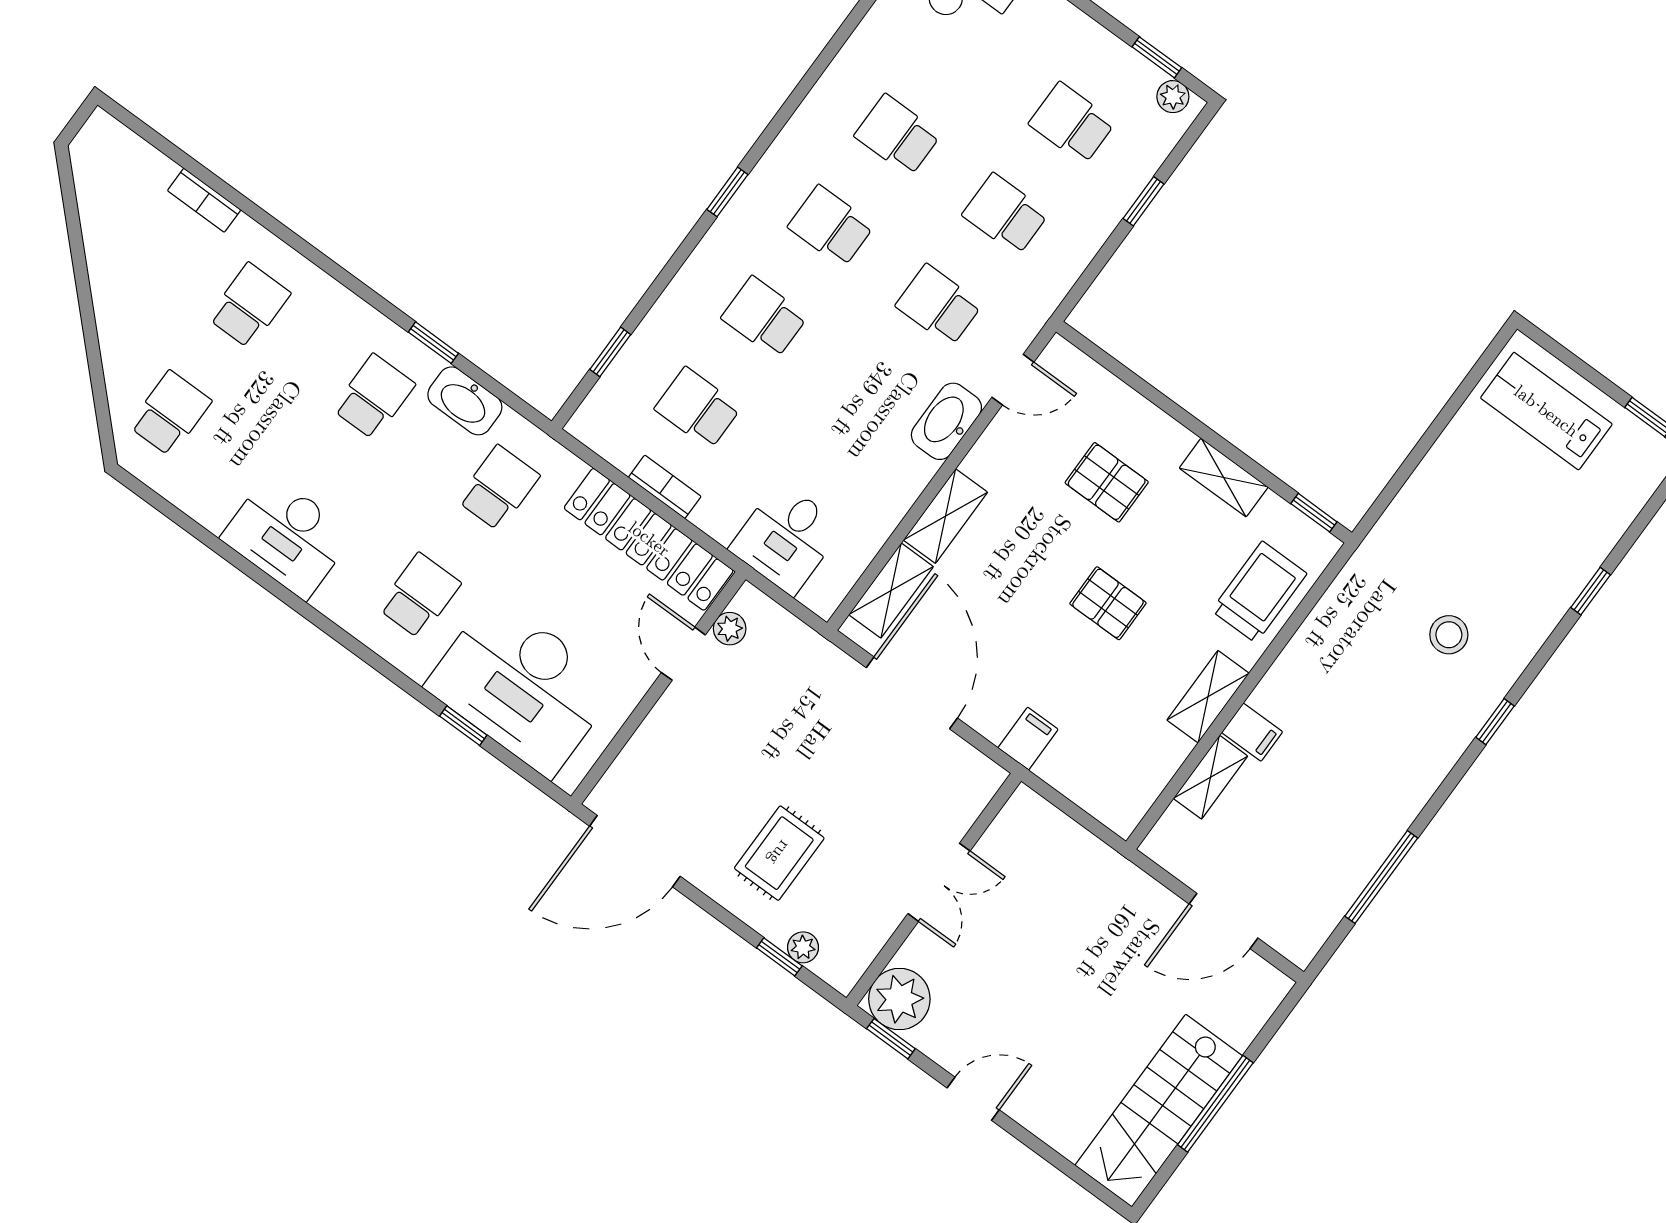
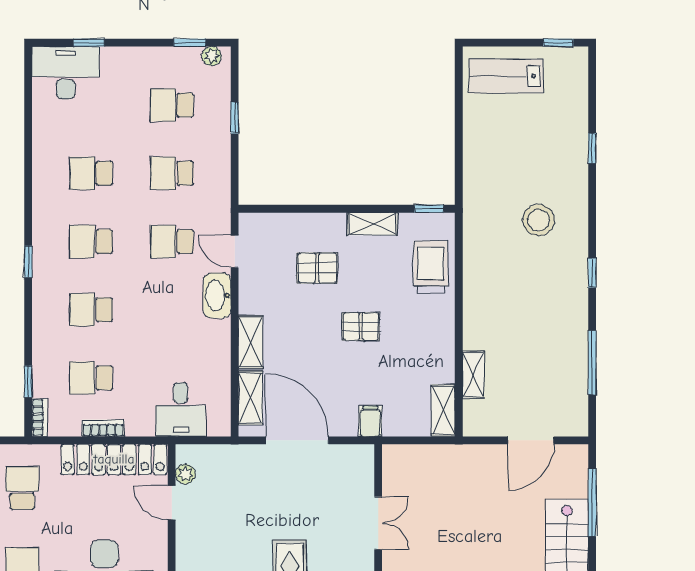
door: (1013, 380) -> (235, 251), swing flipped
bookcase: (590, 411) -> (40, 418), added
stool: (1449, 635) -> (539, 220), width x1.38, depth x1.38
shelving: (1208, 697) -> (443, 410), moved
window: (1495, 722) -> (592, 273), moved
filing cabinet: (1252, 732) -> (477, 338), removed
window: (1215, 1104) -> (592, 503), moved

